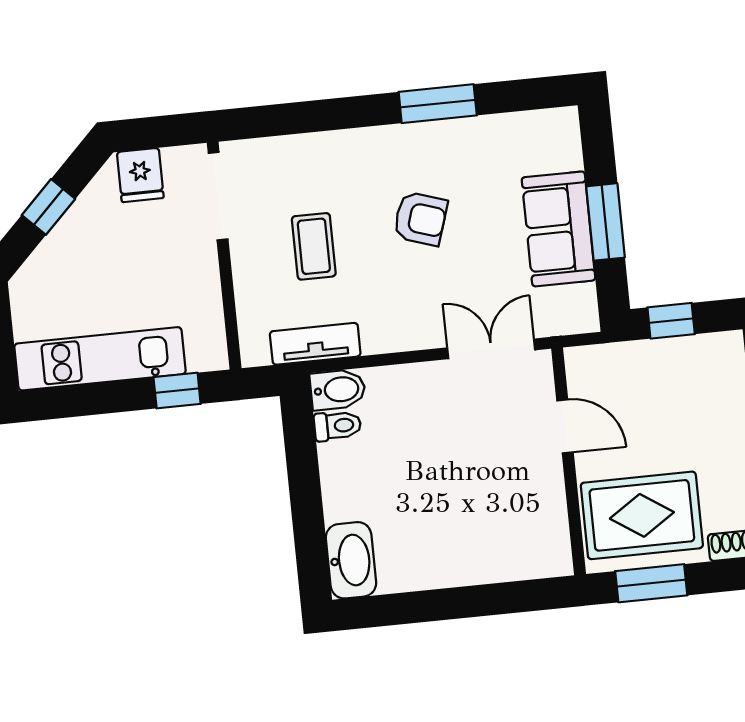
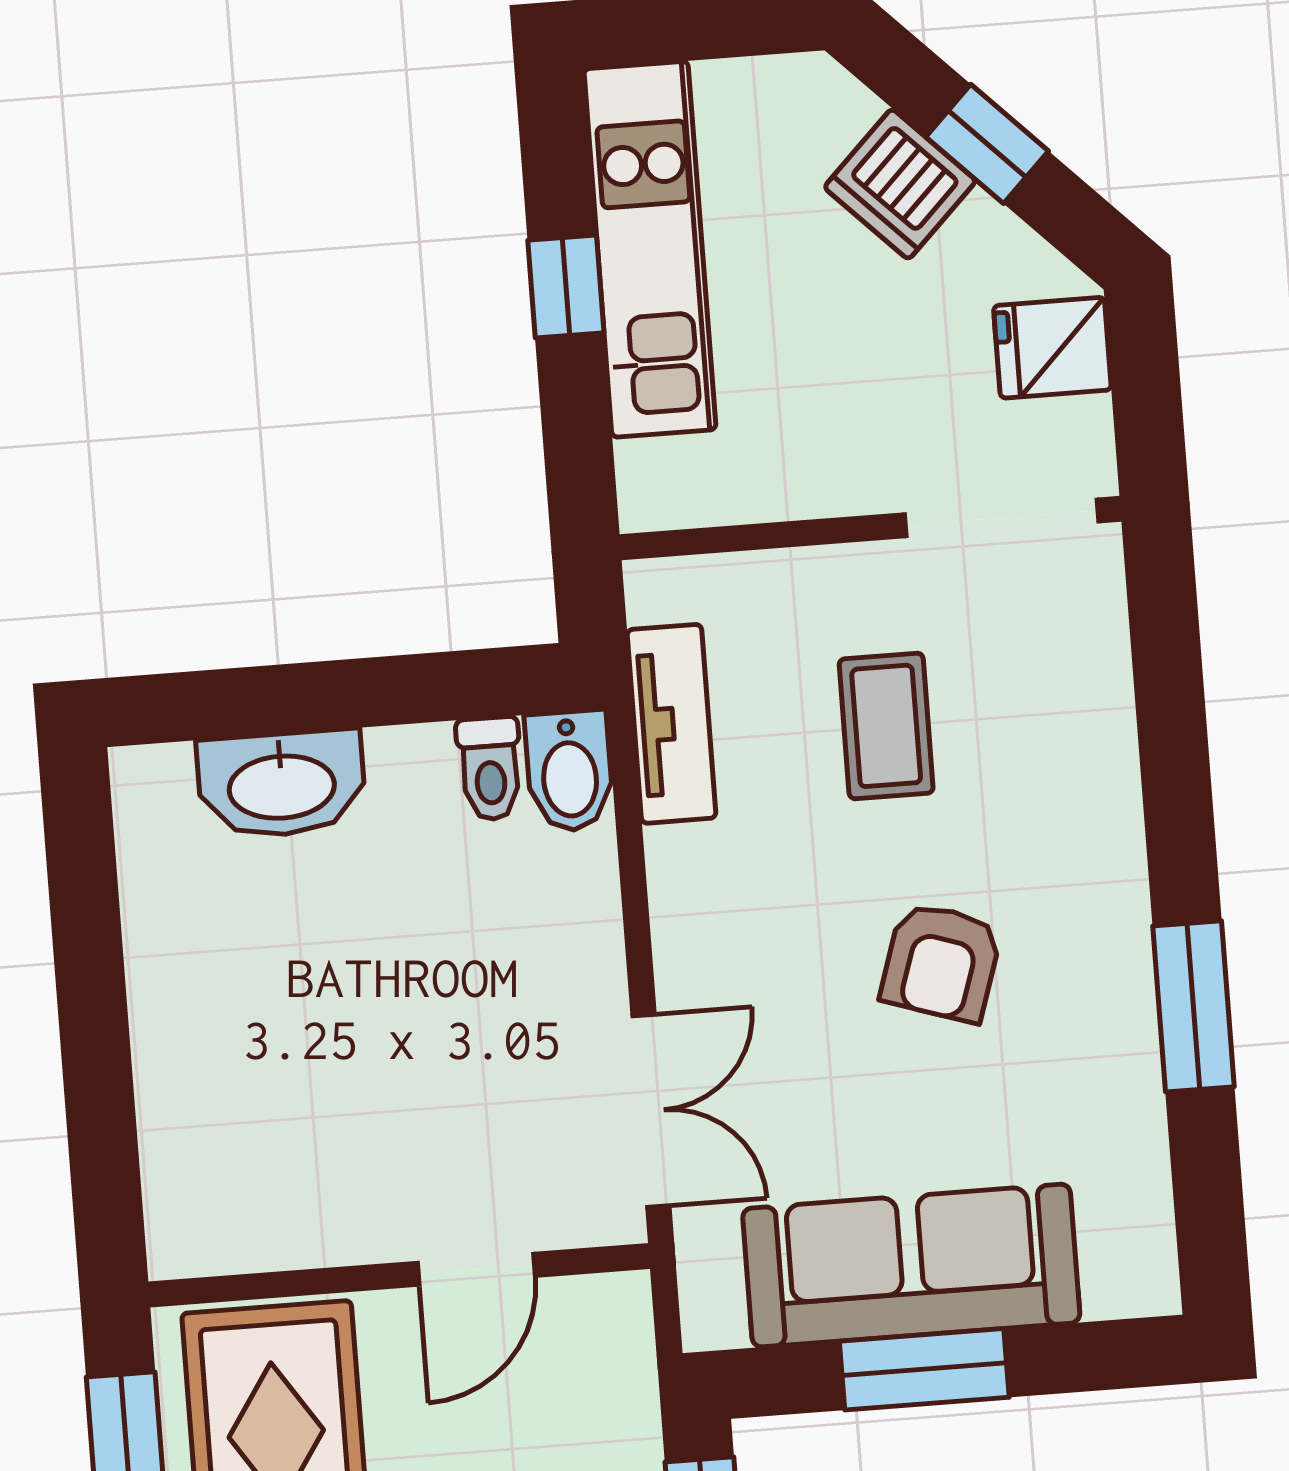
sofa: (558, 229) -> (911, 1266), width x1.36
dishwasher: (68, 246) -> (900, 184), added
coffee table: (314, 246) -> (886, 726), turned 90
window: (177, 391) -> (566, 286), moved
washbasin: (351, 560) -> (282, 784), moved

